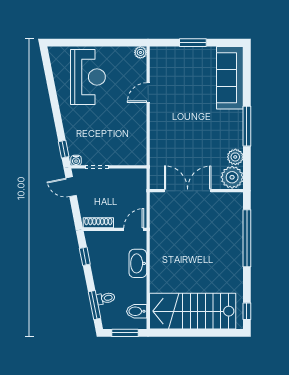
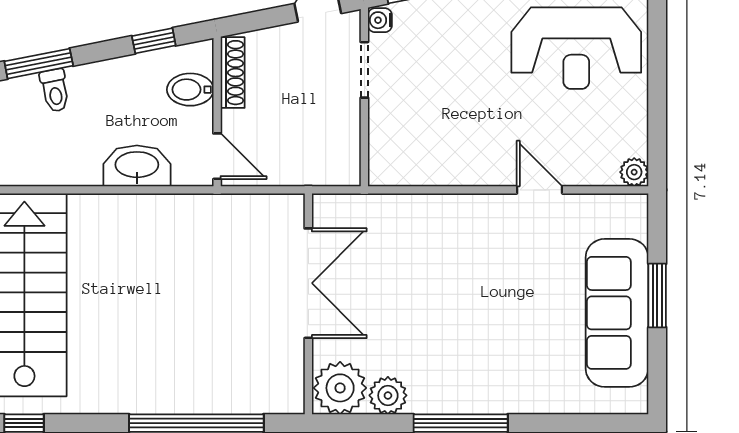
sofa: (230, 78) -> (617, 313), moved, turned -90
bidet: (137, 311) -> (190, 90), moved, turned -90

